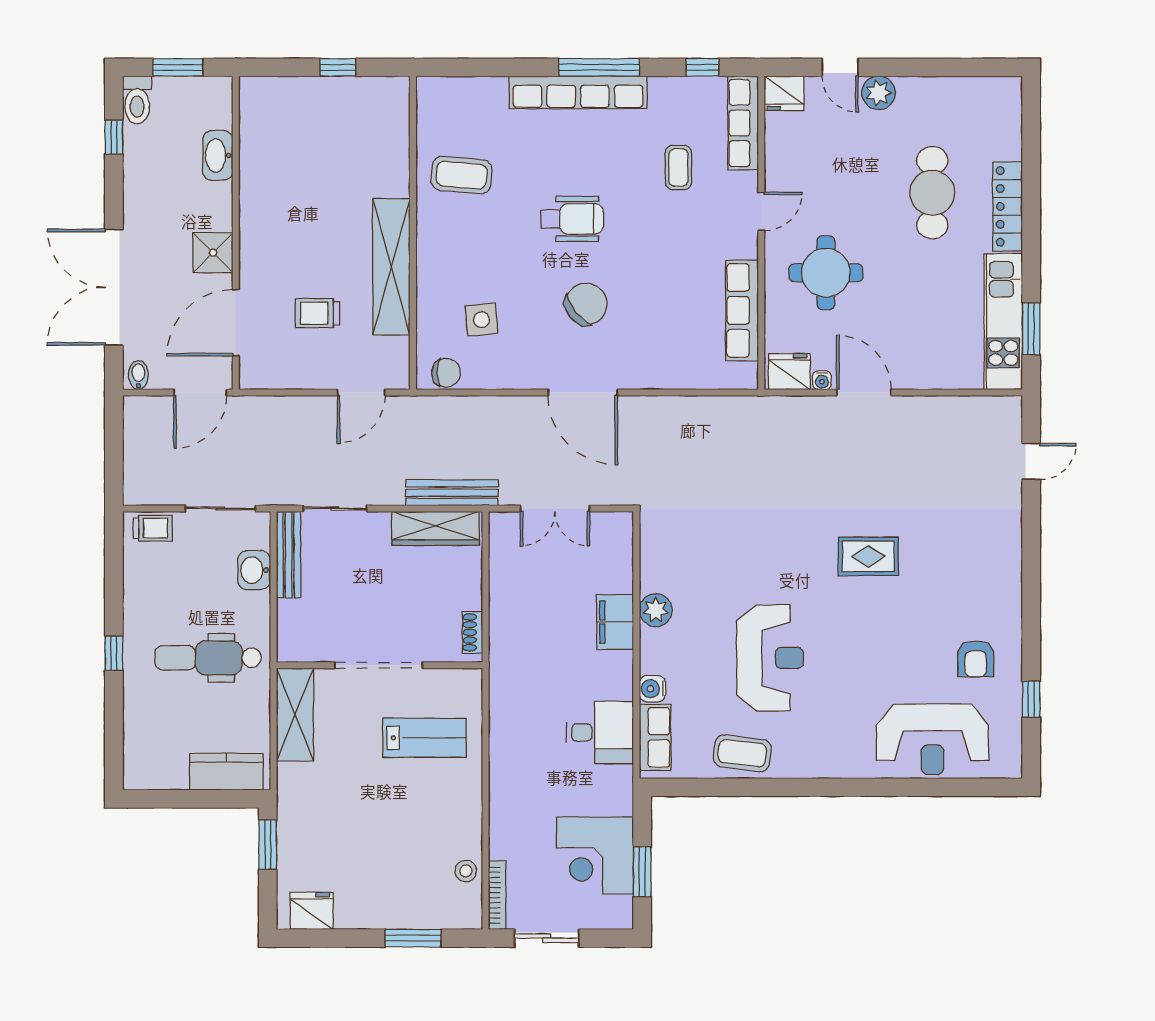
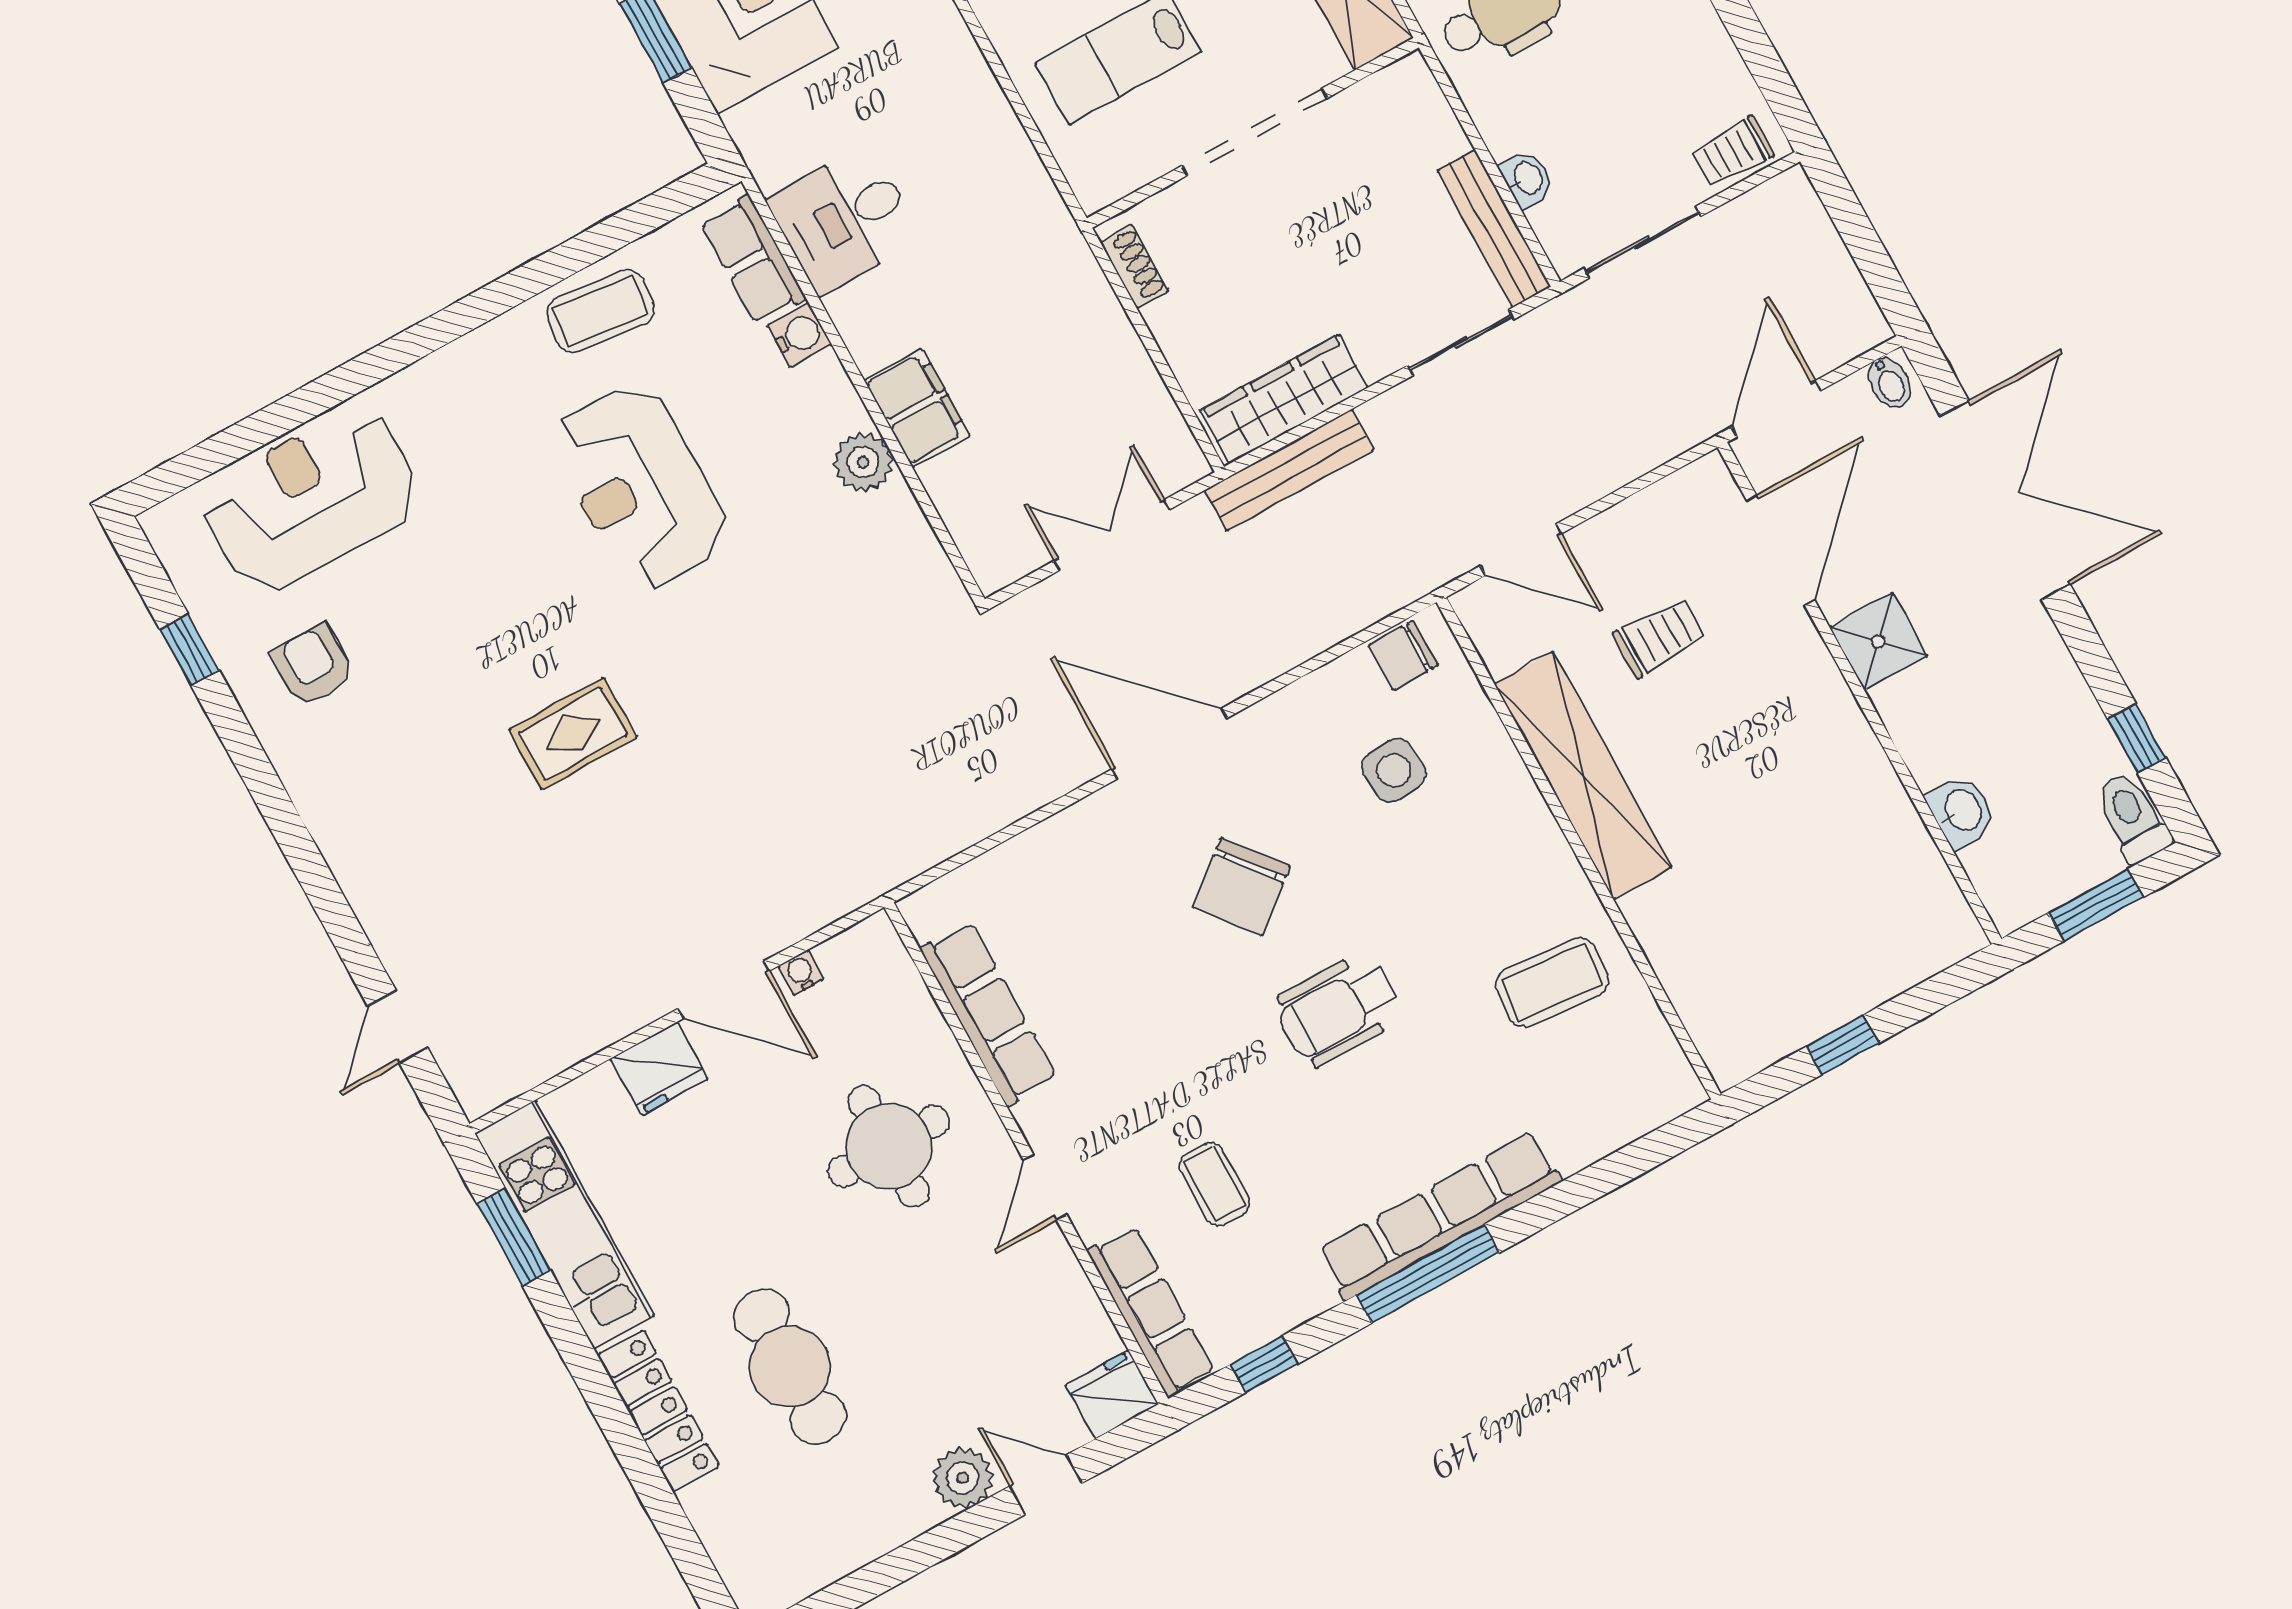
washbasin: (218, 155) -> (1962, 811), width x0.72
fridge: (789, 372) -> (659, 1069), moved
door: (361, 392) -> (1521, 550), swing flipped
washbasin: (254, 570) -> (1527, 179), width x0.72, depth x0.69

